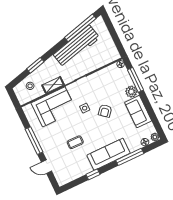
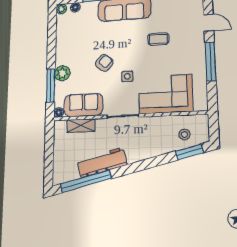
workbench: (76, 46) -> (102, 163), width x0.73, depth x0.76
window: (35, 65) -> (189, 152), moved
shelving: (53, 85) -> (81, 126), moved
sofa: (138, 112) -> (83, 105), moved, turned -90

